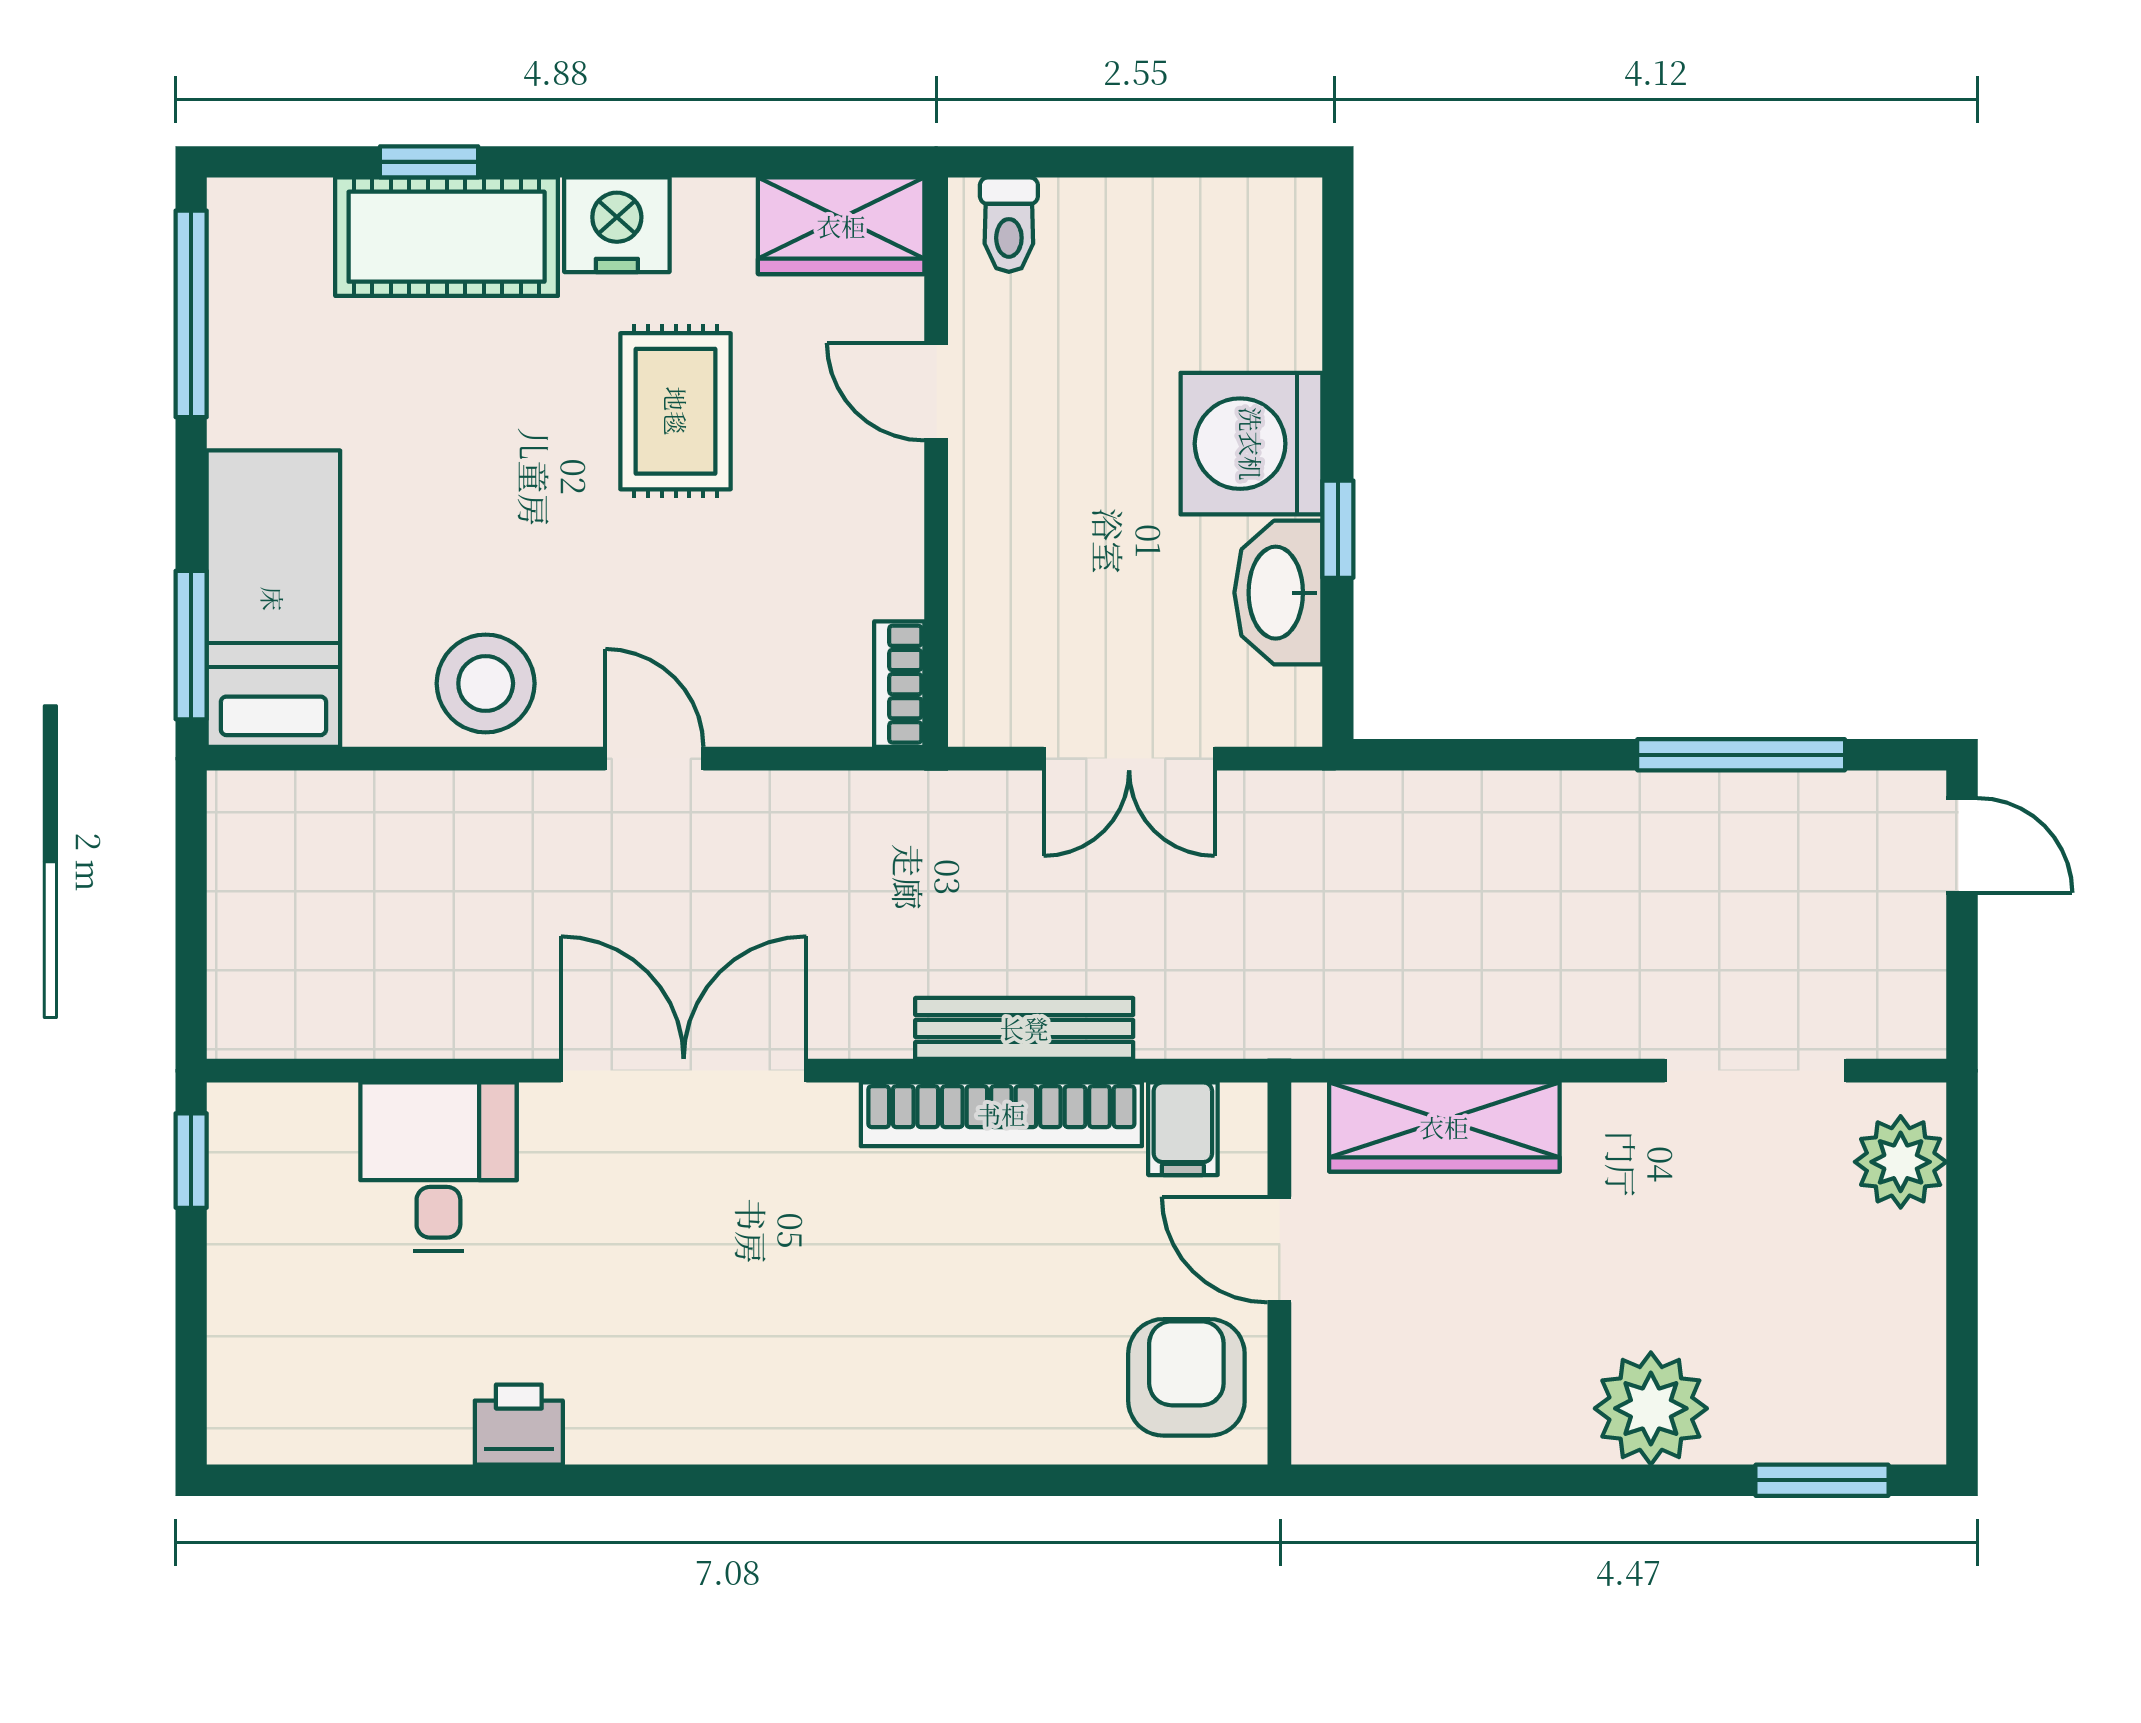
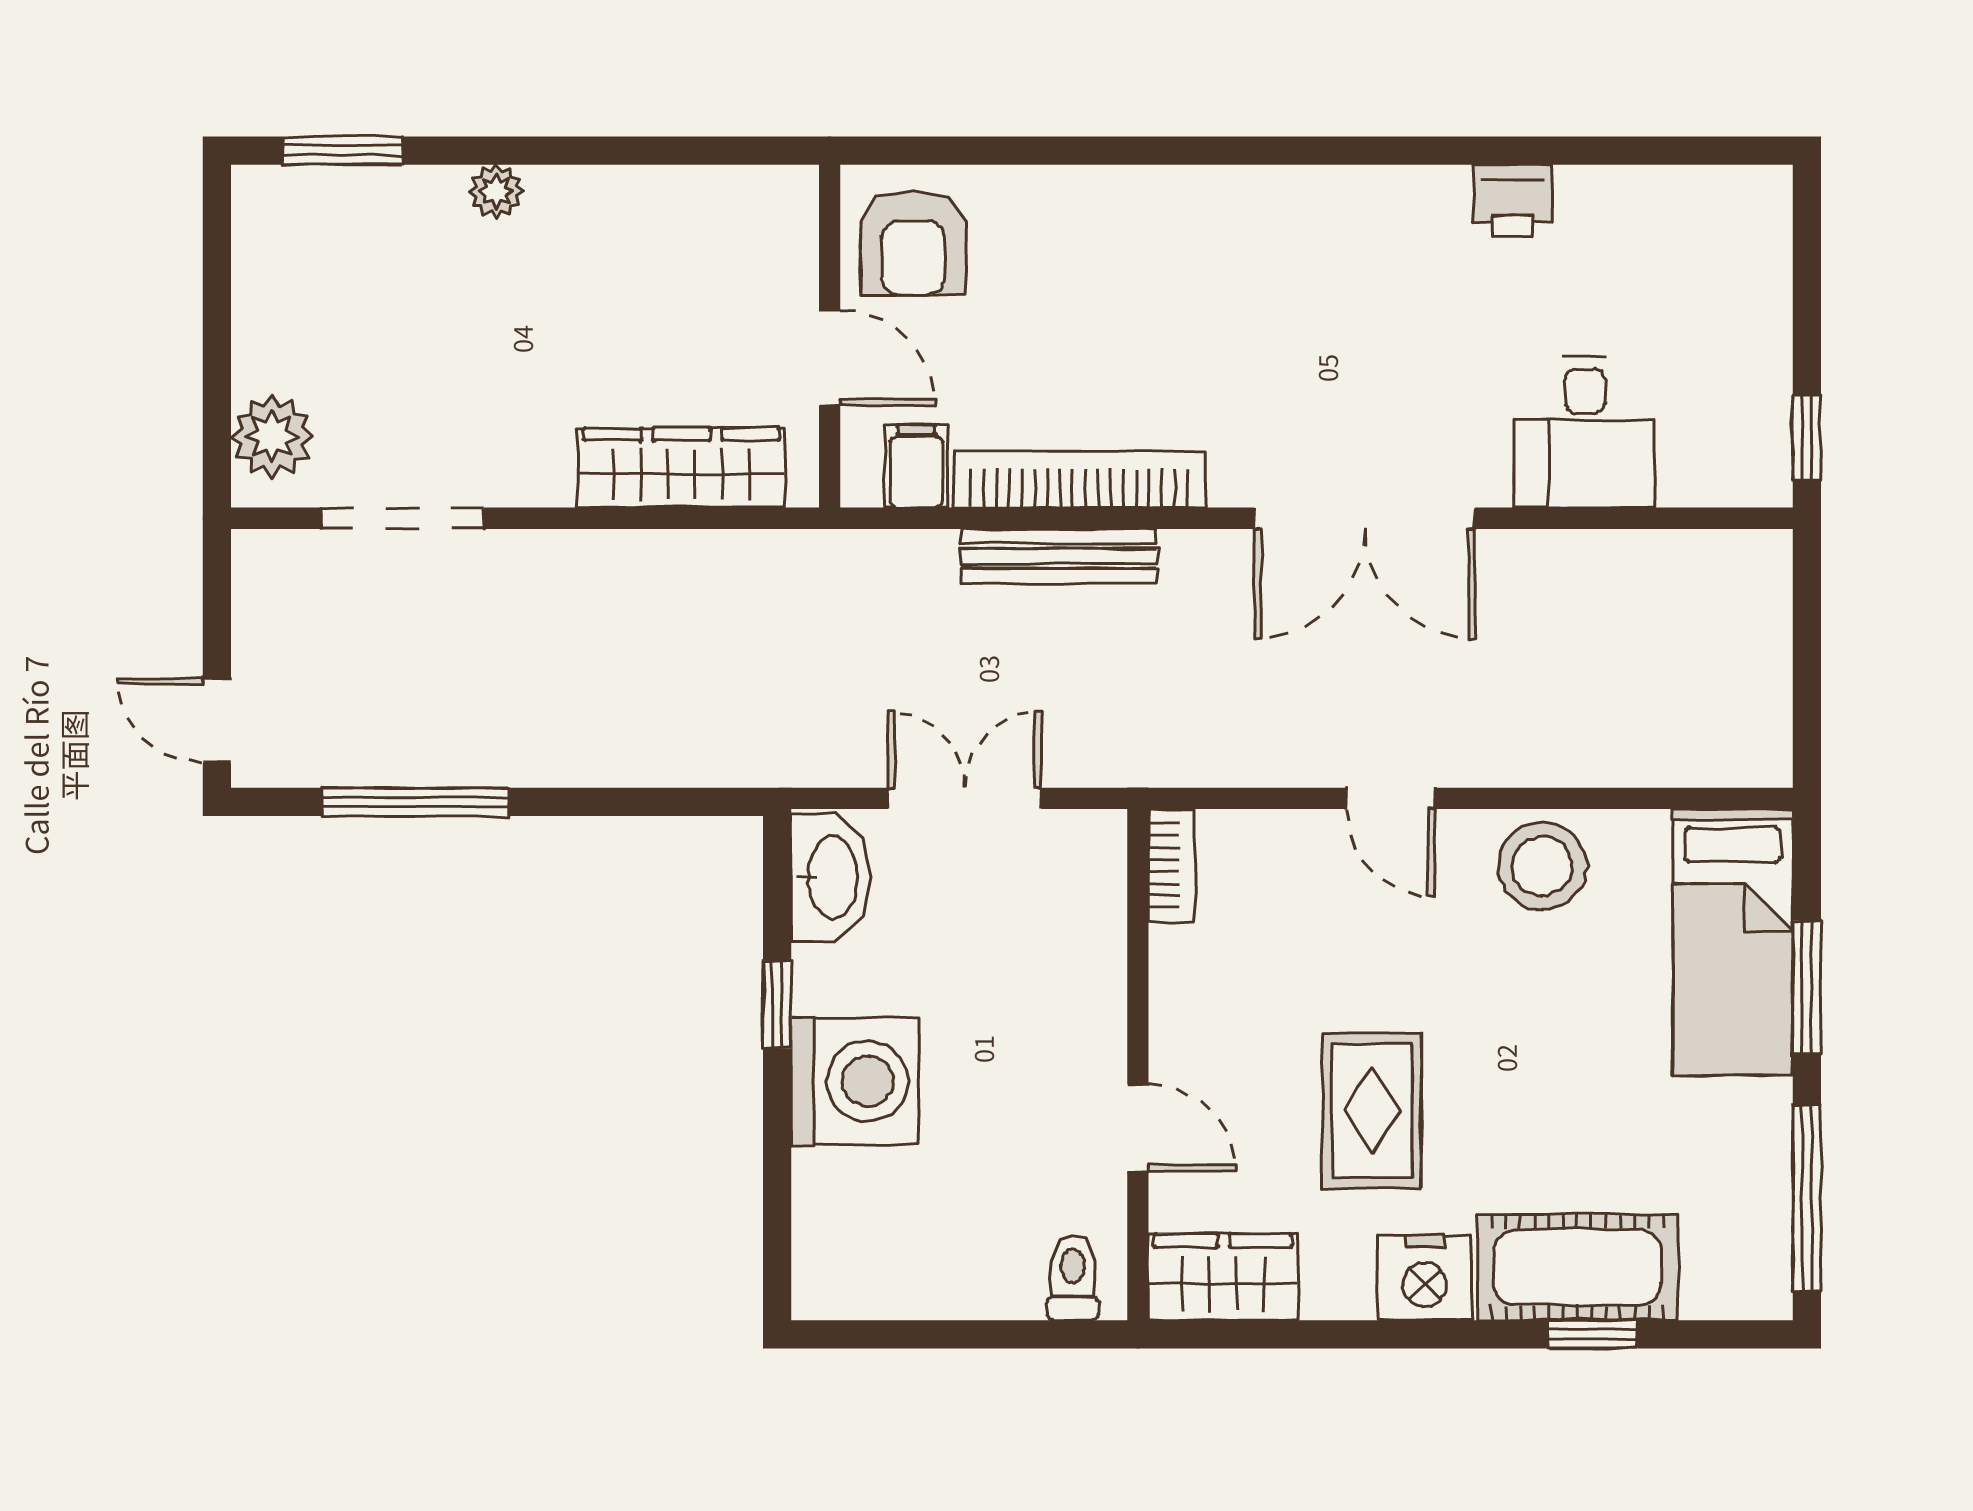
washbasin: (1278, 593) -> (831, 877), moved
window: (191, 645) -> (1807, 987), moved
plant: (1651, 1408) -> (496, 191), width x0.53, depth x0.53

